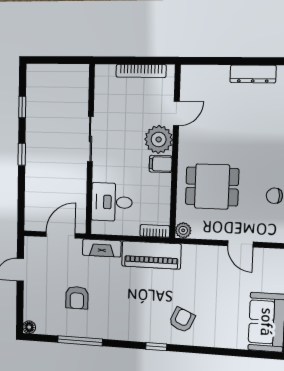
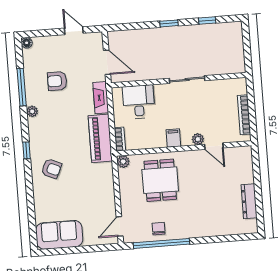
plant: (159, 139) -> (198, 139), width x0.53, depth x0.53
door: (240, 244) -> (120, 226), moved
plant: (110, 333) -> (32, 111), added

